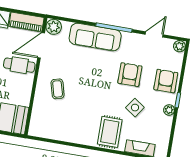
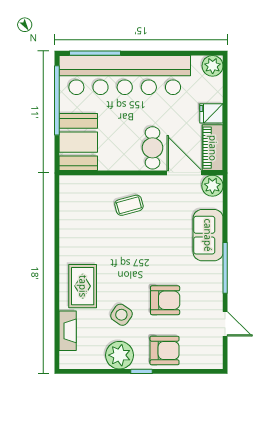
sofa: (95, 37) -> (208, 235), width x0.73
plant: (179, 46) -> (215, 361), removed
plant: (169, 110) -> (120, 355), width x1.88, depth x1.88
rug: (110, 132) -> (83, 286), turned 90

